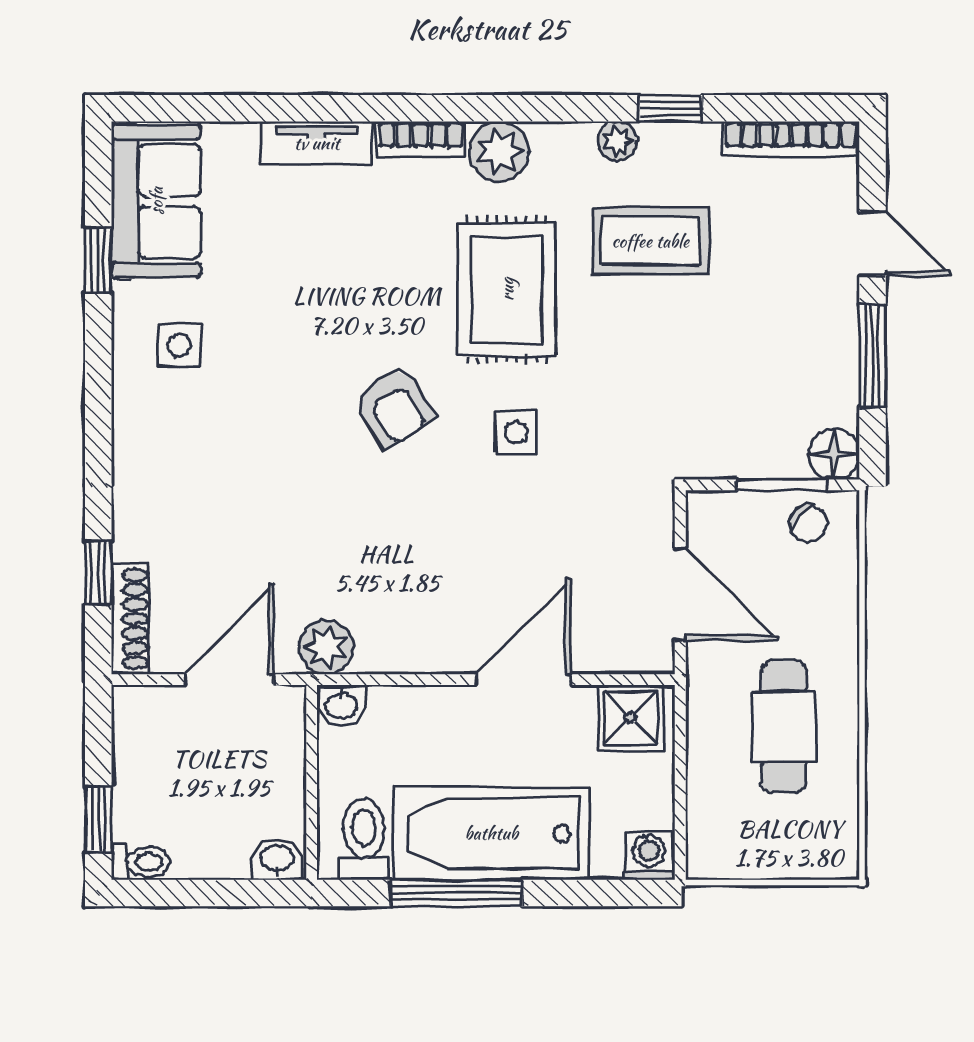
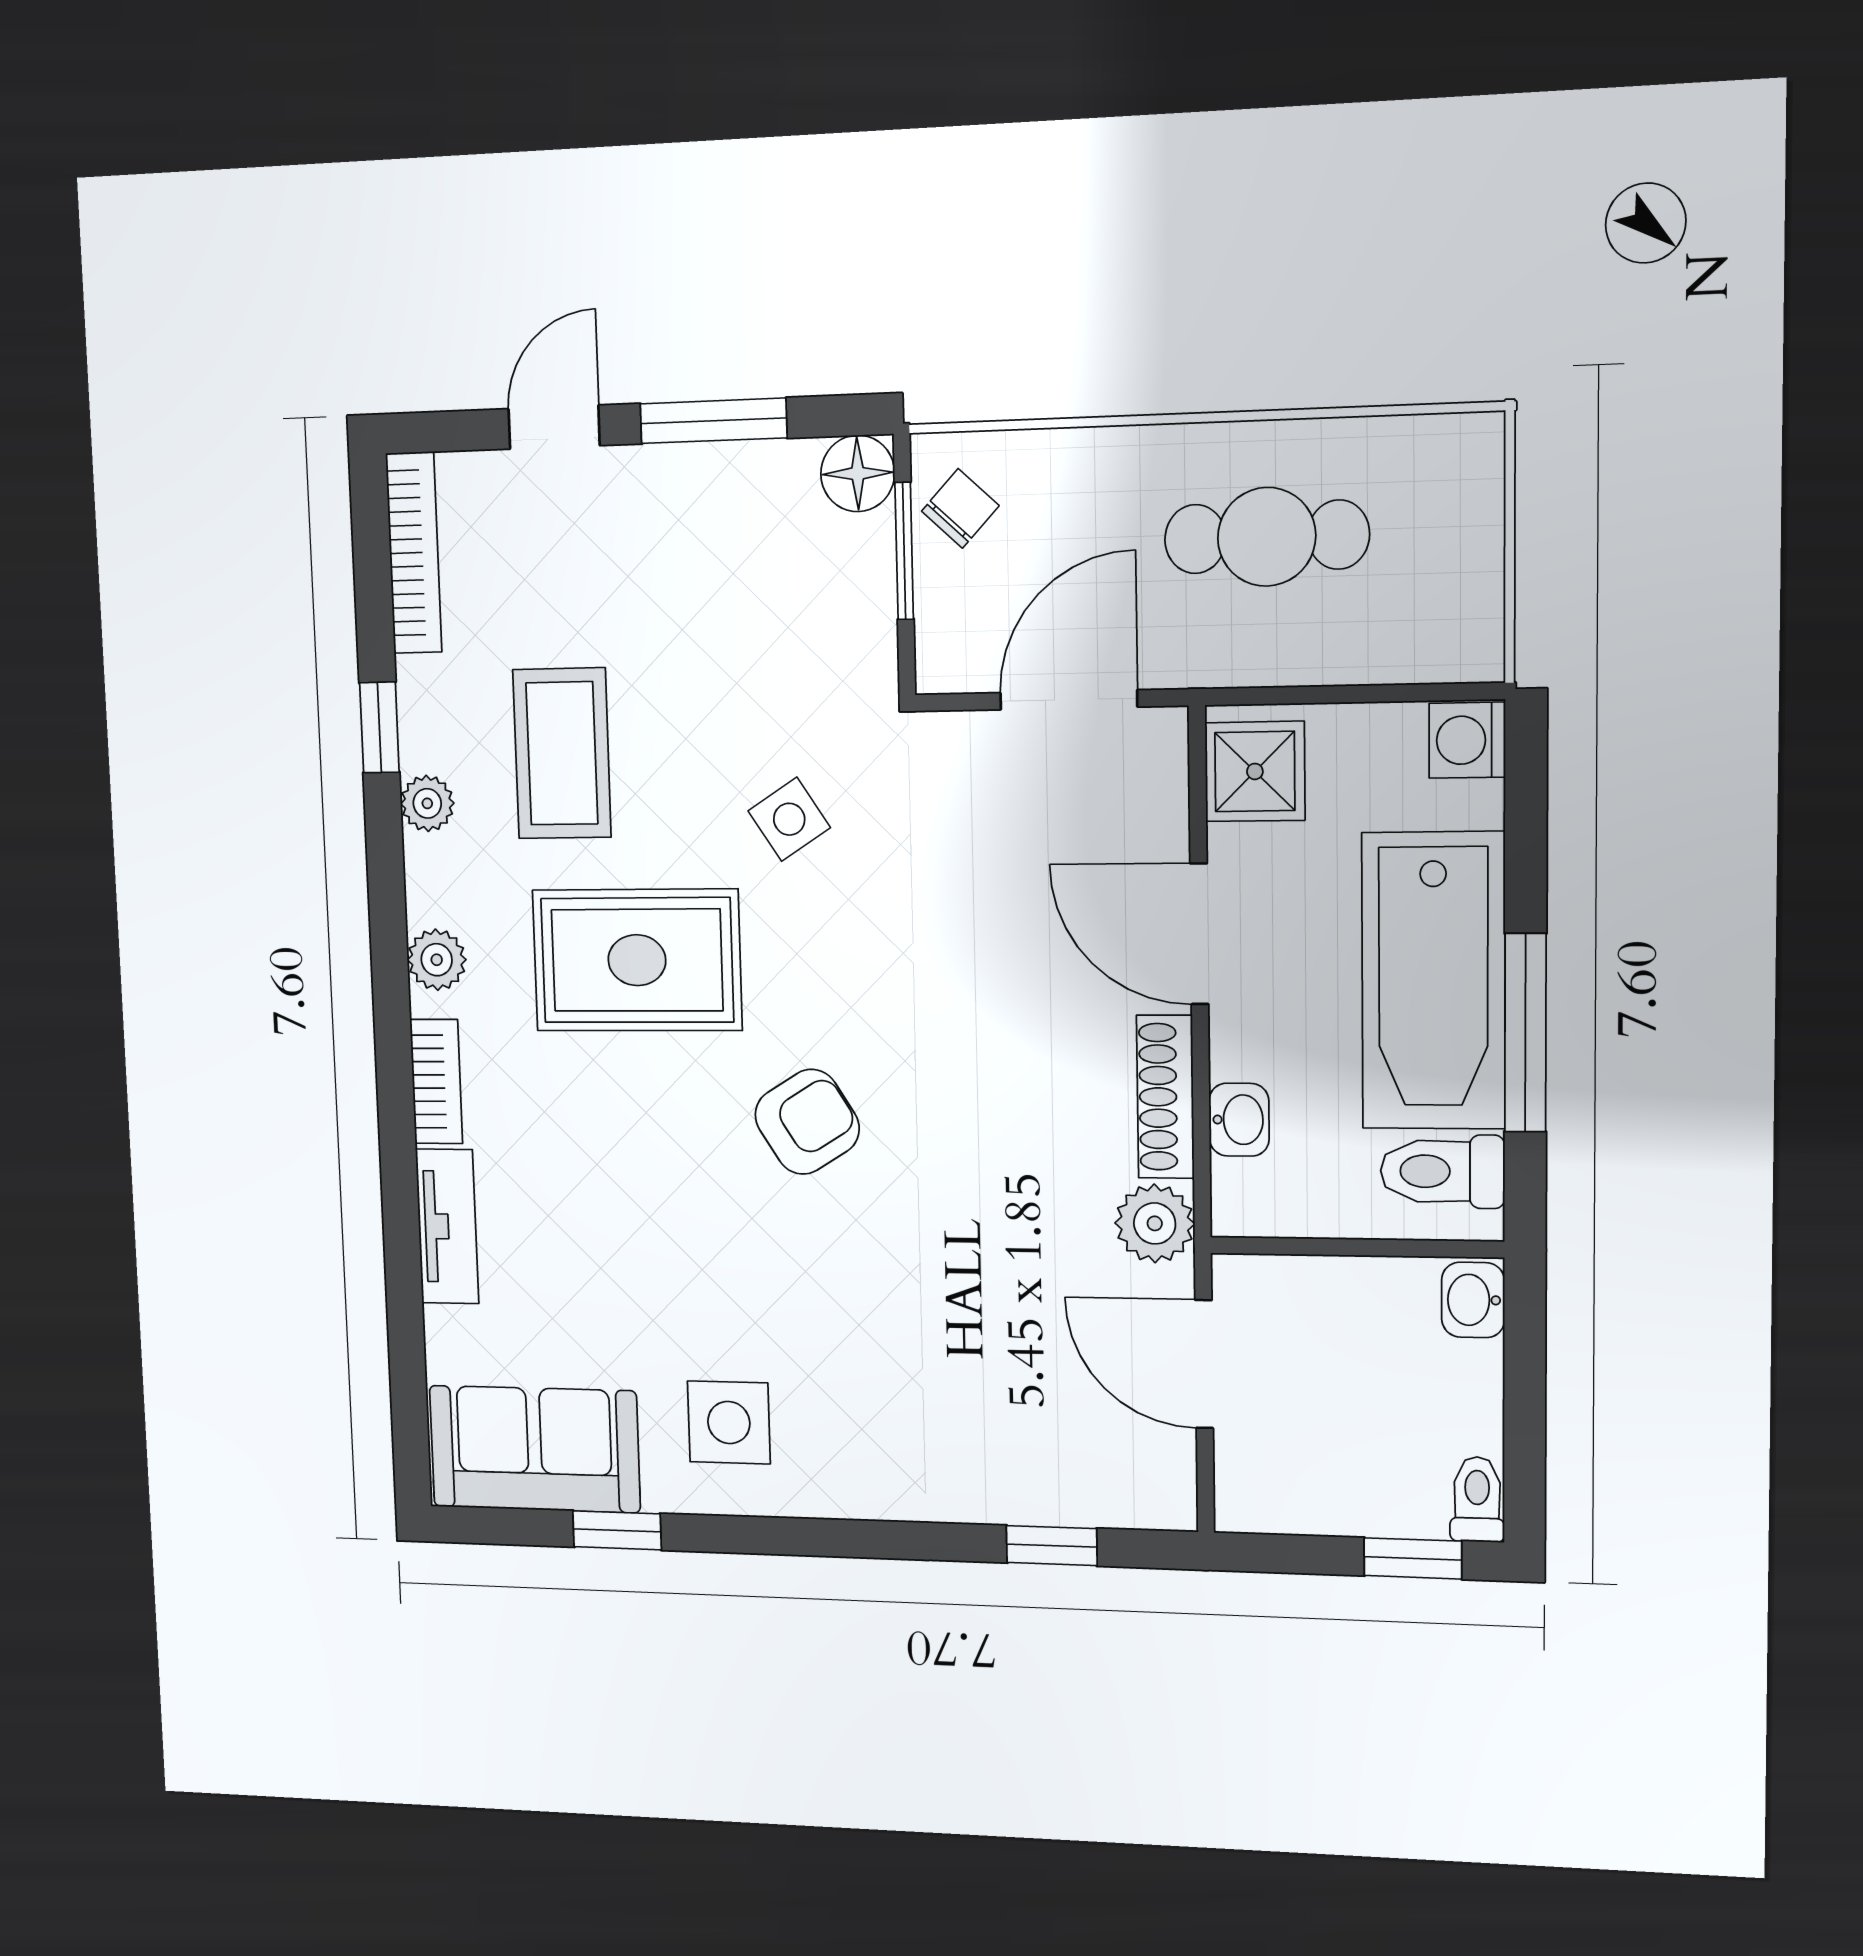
plant: (499, 151) -> (437, 960), width x0.73, depth x0.73
side table: (179, 345) -> (729, 1422), width x1.37, depth x1.37
side table: (516, 432) -> (789, 819), moved, turned -33
shoe rack: (130, 619) -> (1165, 1097), moved, turned -90
washbasin: (342, 705) -> (1239, 1120), moved

